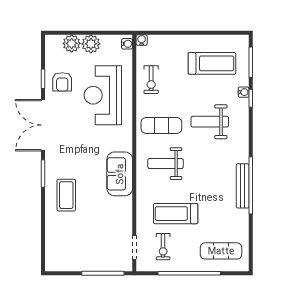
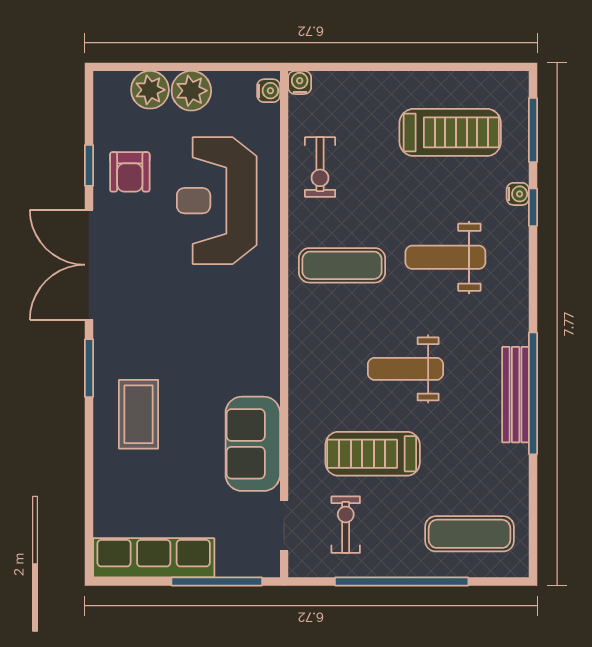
weight bench: (166, 164) -> (406, 369), moved
sofa: (120, 174) -> (253, 444), moved
exercise bike: (163, 247) -> (346, 525), turned 180
row of seats: (73, 262) -> (154, 558), added

